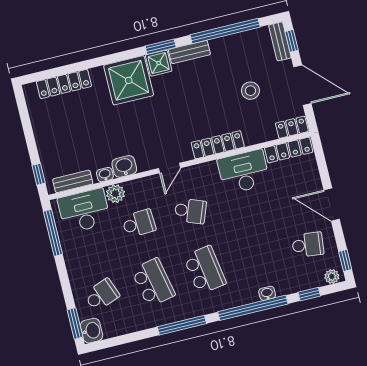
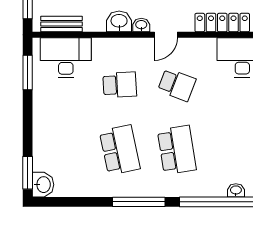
washbasin: (105, 175) -> (141, 25), moved
plant: (115, 194) -> (103, 48), removed
window: (53, 233) -> (28, 72), width x0.69
school desk: (102, 295) -> (63, 150), removed

